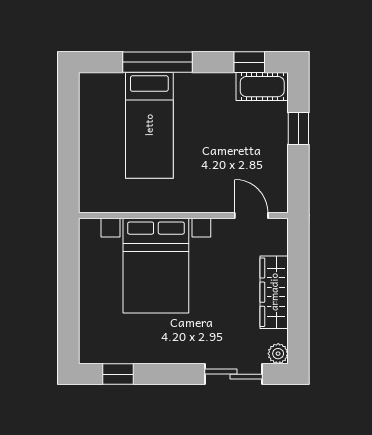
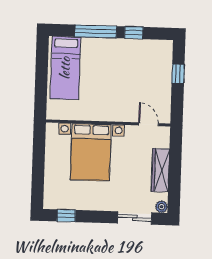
window: (249, 62) -> (134, 33), moved
cot: (262, 87) -> (157, 48), removed
bed: (149, 125) -> (65, 68), moved

